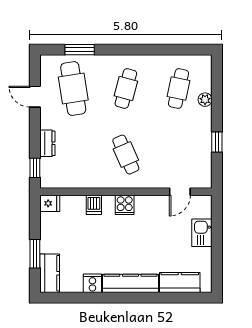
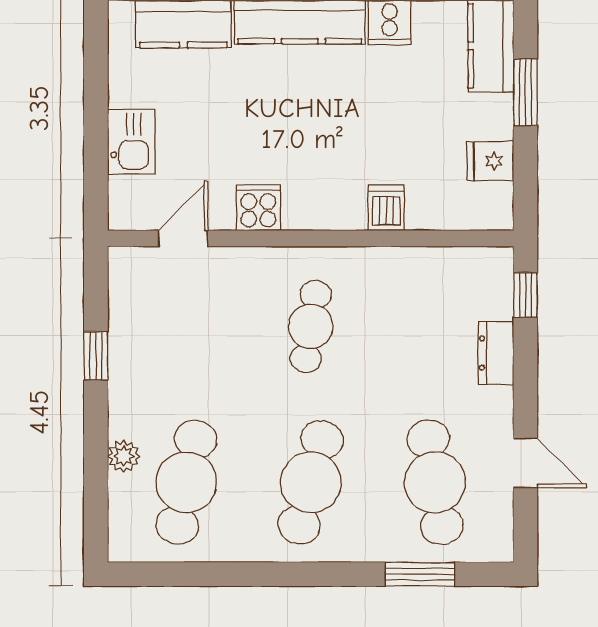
cafe table: (126, 89) -> (311, 482), width x1.37, depth x1.35
cafe table: (179, 89) -> (186, 482), width x1.37, depth x1.35
cafe table: (126, 155) -> (311, 326), turned 33
fridge: (50, 203) -> (490, 161), moved
cooker: (125, 205) -> (258, 208), moved

